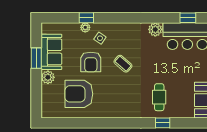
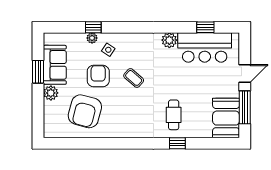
armchair: (91, 62) -> (98, 76), turned 180
armchair: (79, 94) -> (85, 111), turned -75

